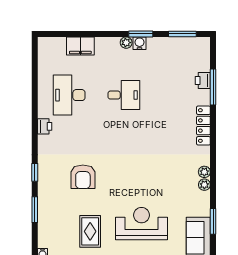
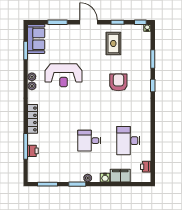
water cooler: (139, 43) -> (105, 178), moved
desk: (69, 95) -> (128, 141), turned 180
printer: (45, 126) -> (146, 167), moved
reception desk: (141, 224) -> (64, 75), moved

